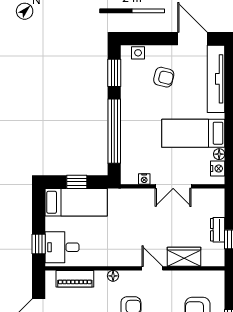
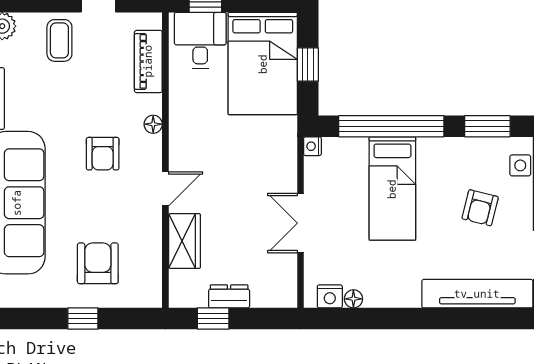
bed: (193, 133) -> (392, 189), moved, turned 180
nightstand: (144, 179) -> (312, 146), moved
bed: (76, 202) -> (263, 64), width x1.50

